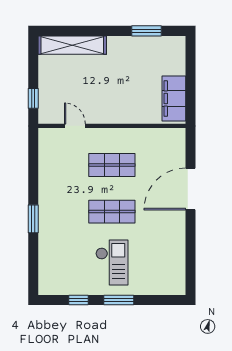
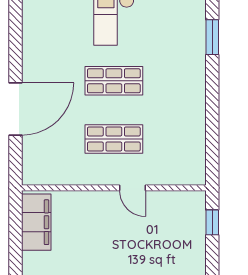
door: (75, 126) -> (133, 188), moved
window: (33, 219) -> (212, 37), moved

